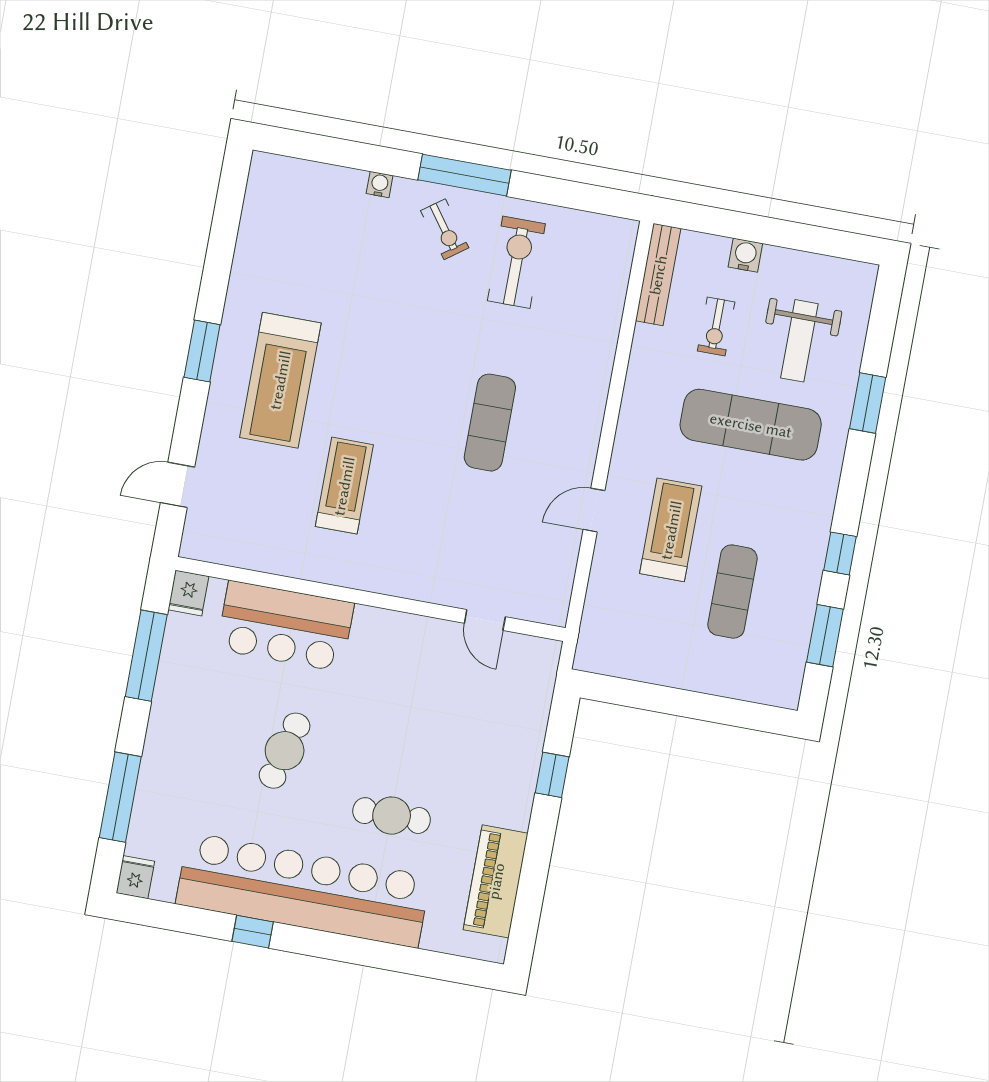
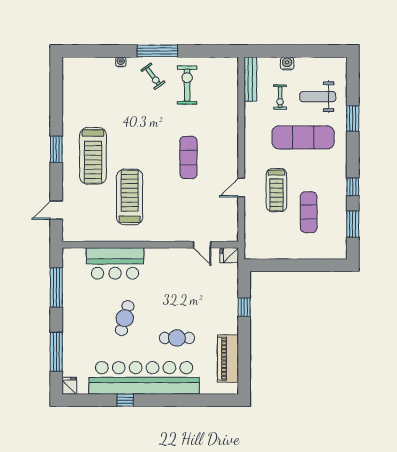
weight bench: (799, 341) -> (318, 97), turned 90
treadmill: (344, 486) -> (130, 197), width x1.37, depth x1.38
treadmill: (671, 530) -> (276, 190), turned 180
fridge: (188, 593) -> (229, 255), moved, turned 90

